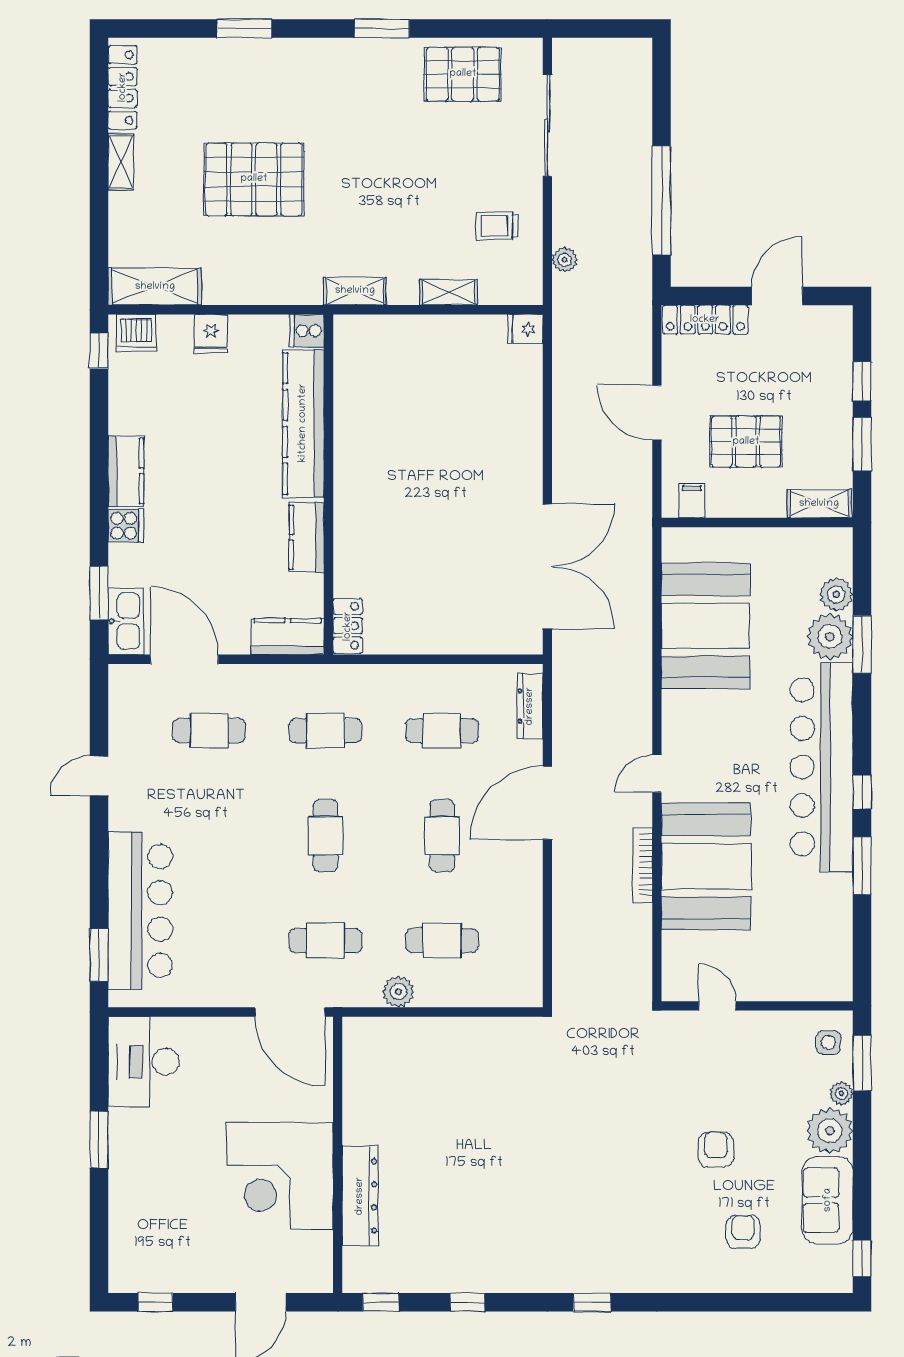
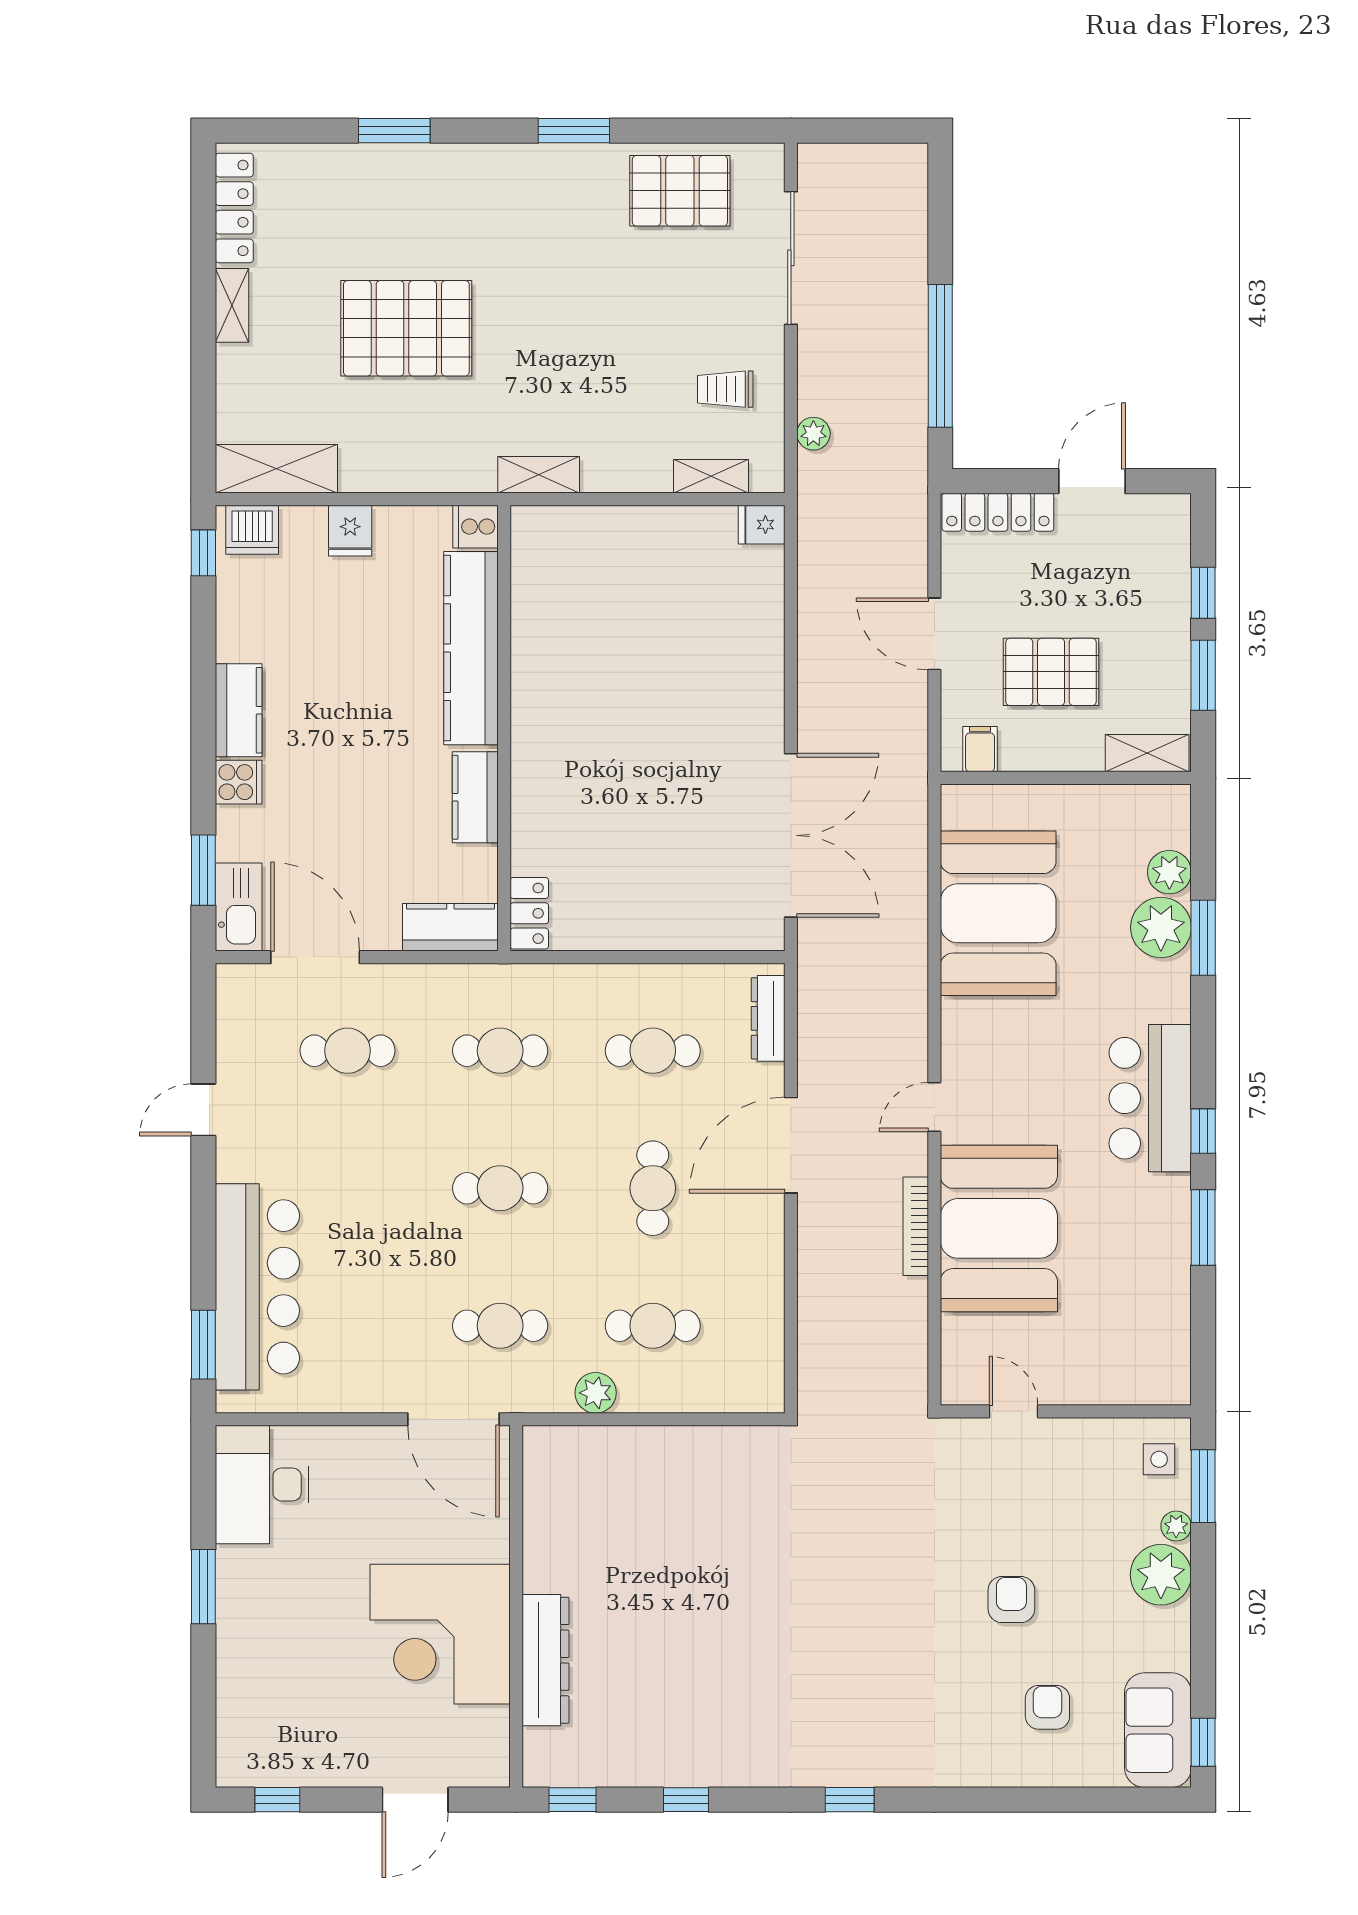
shelving: (449, 292) -> (711, 476), moved
bar counter: (822, 767) -> (1150, 1098), width x0.54
cafe table: (325, 836) -> (500, 1188), turned 90
sofa: (828, 1200) -> (1158, 1730), moved

